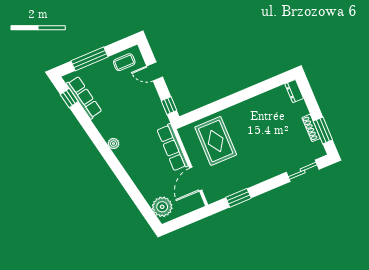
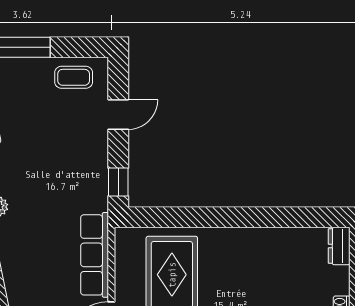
door: (155, 72) -> (118, 114), swing flipped

